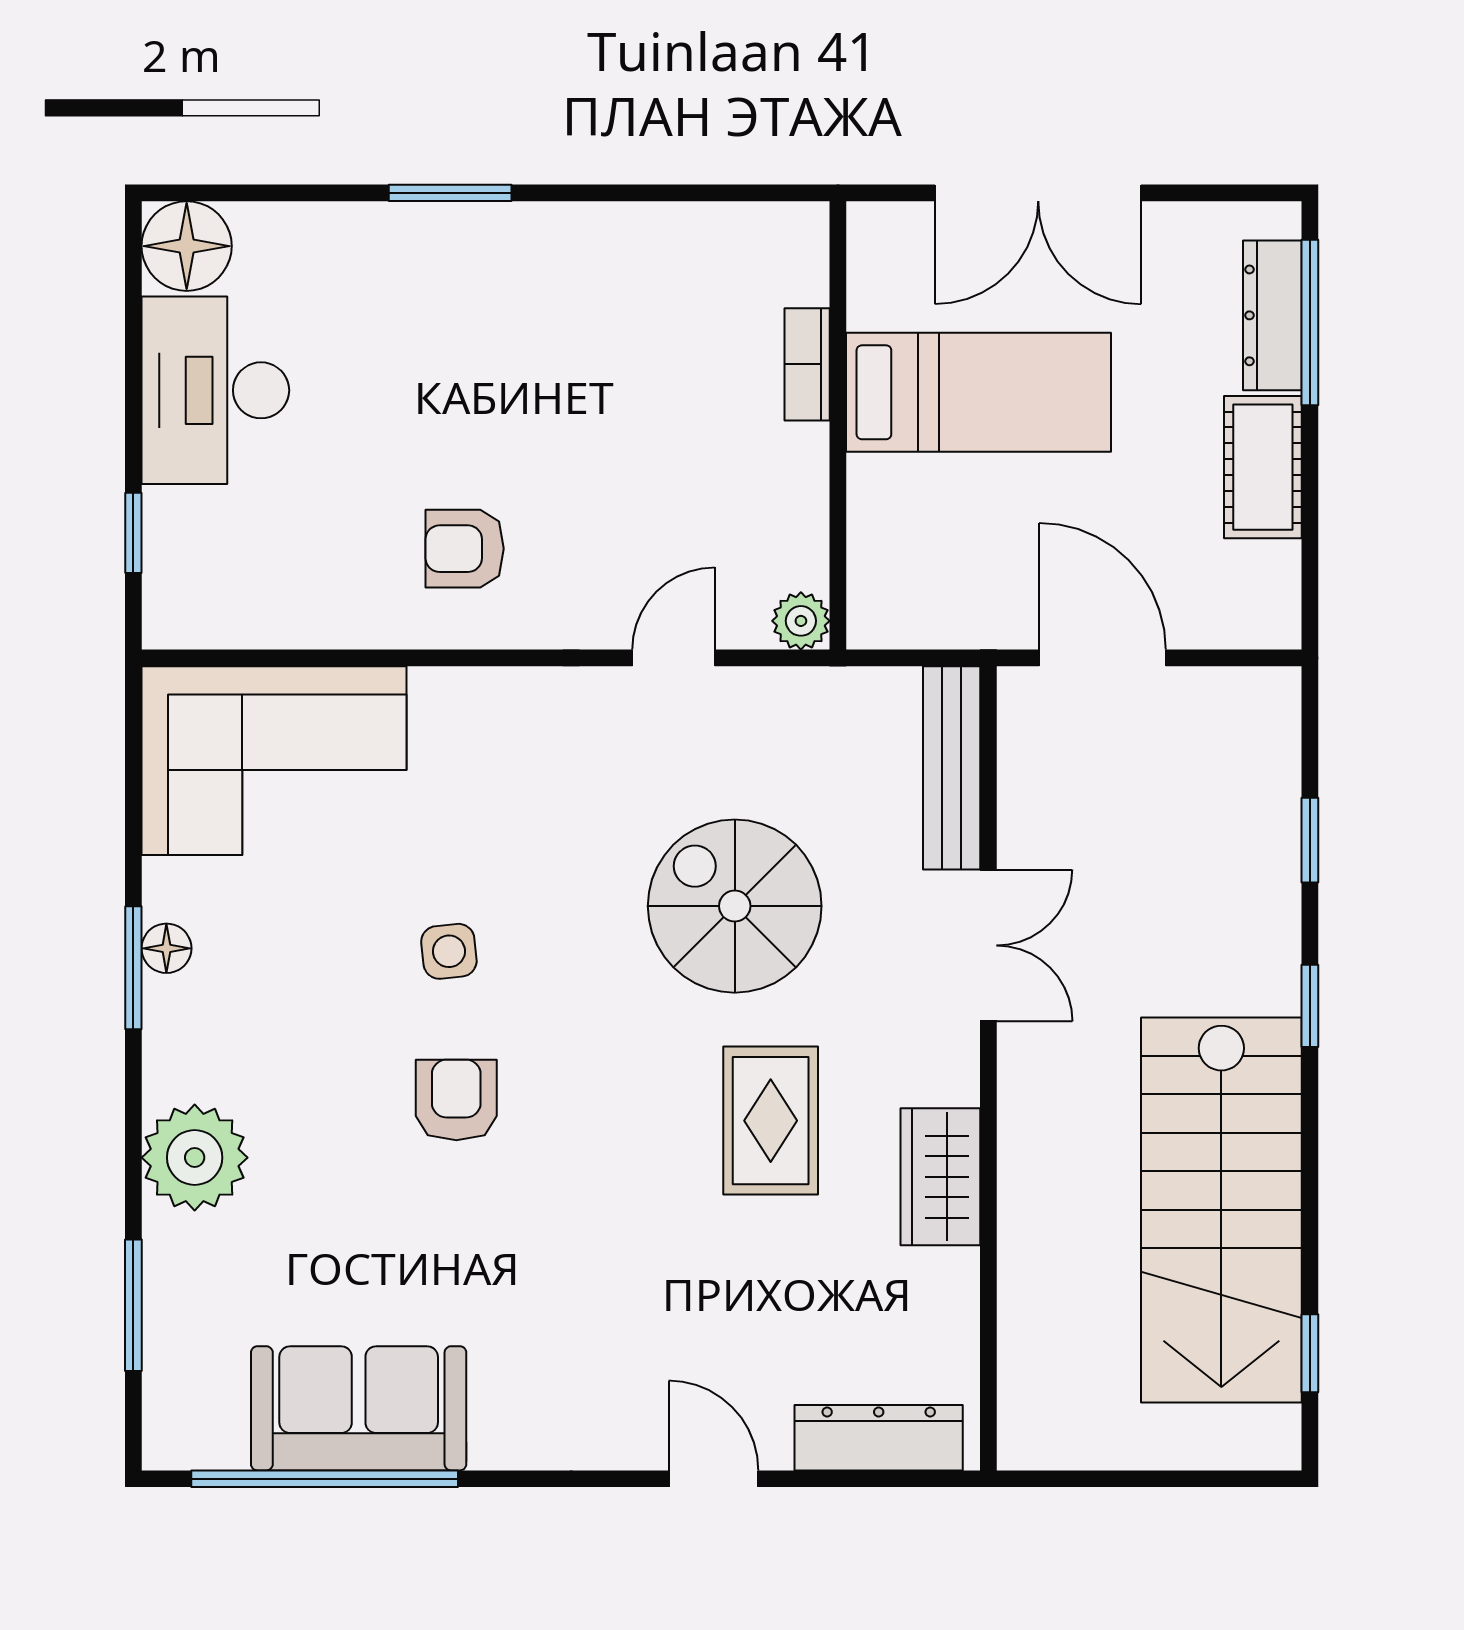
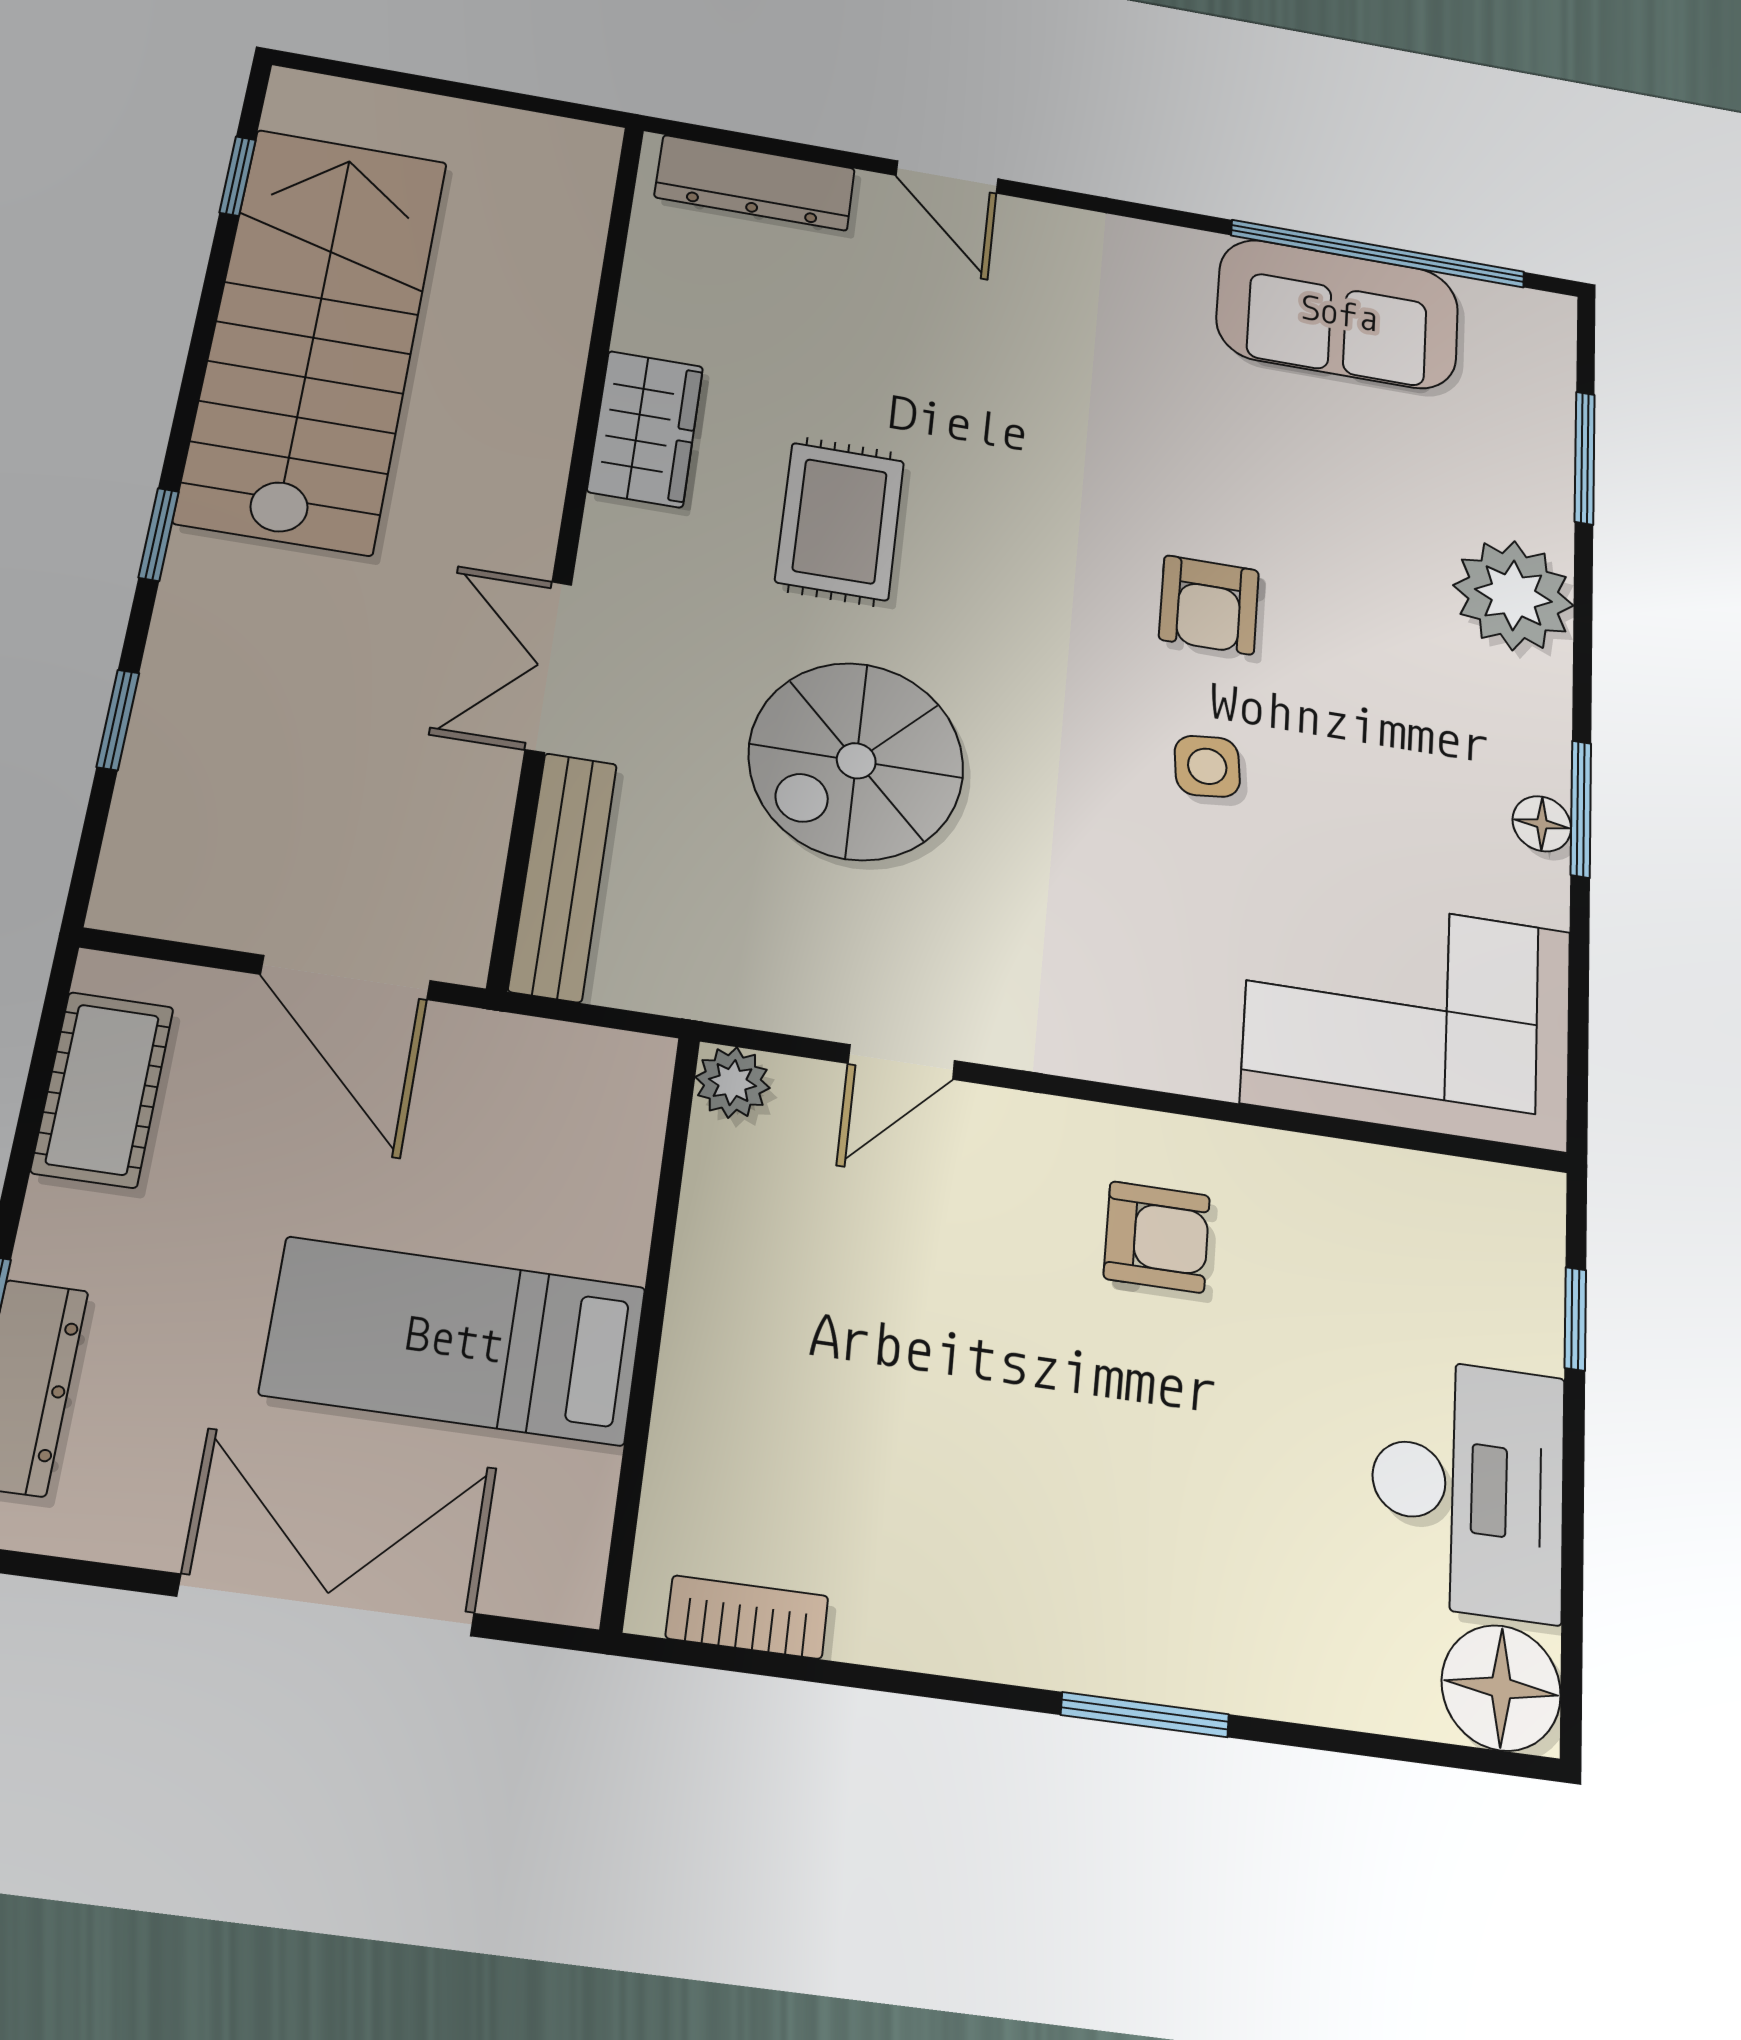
bookcase: (807, 364) -> (747, 1617), moved, turned -90
cot: (1263, 467) -> (103, 1089), moved
spiral stairs: (735, 906) -> (856, 761), turned 90

